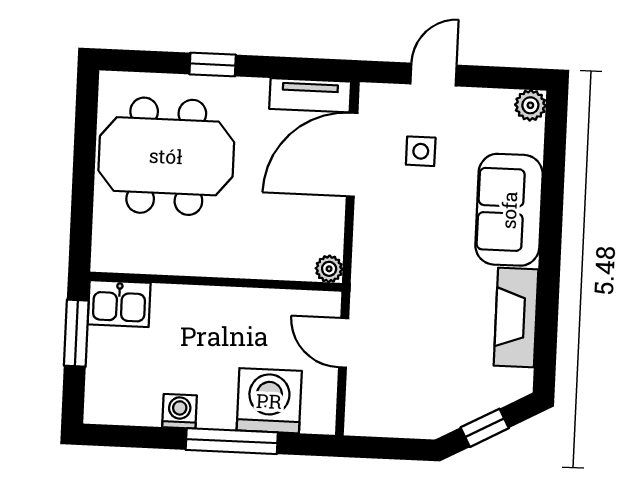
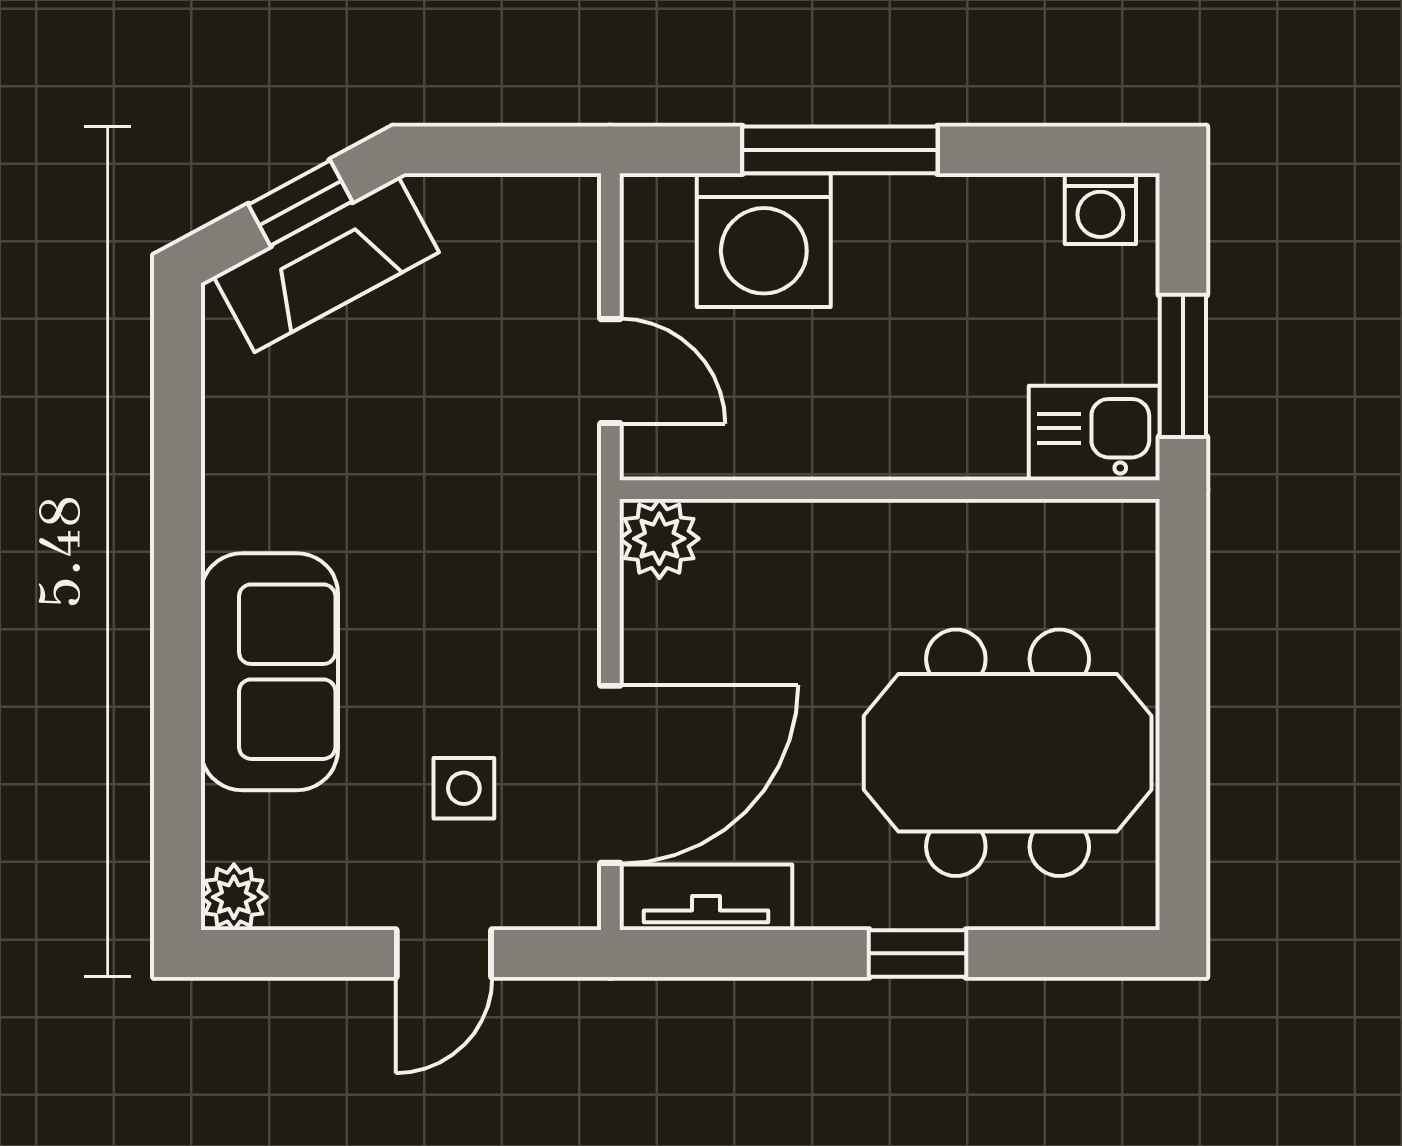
plant: (329, 269) -> (659, 539), width x1.38, depth x1.38
fireplace: (516, 318) -> (326, 264), moved, turned 62
washing machine: (180, 411) -> (1100, 209), moved

